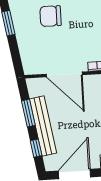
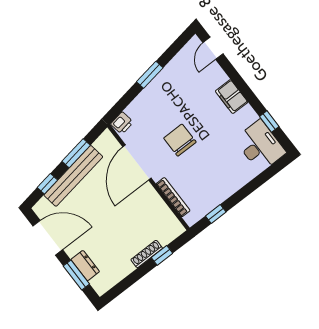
chair: (51, 16) -> (180, 140), moved
printer: (29, 66) -> (122, 123), added

